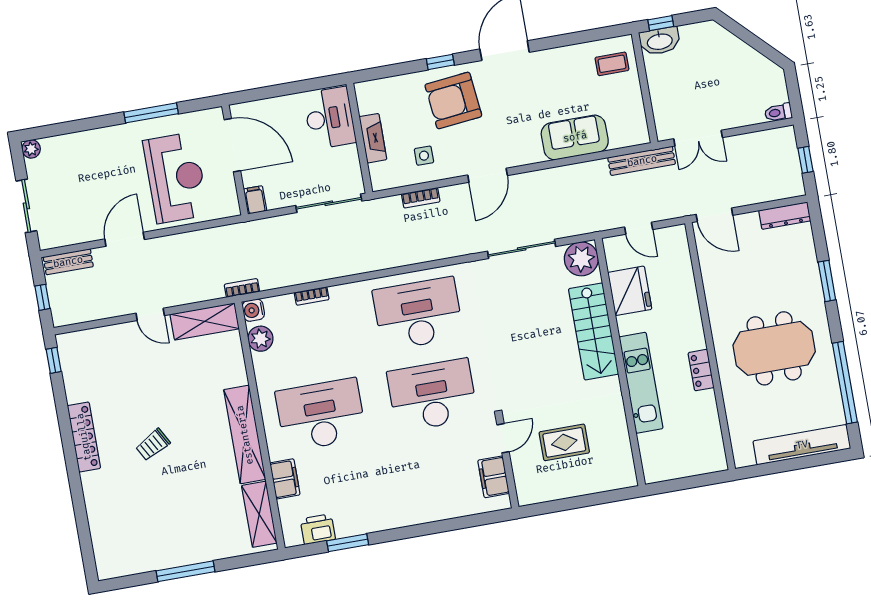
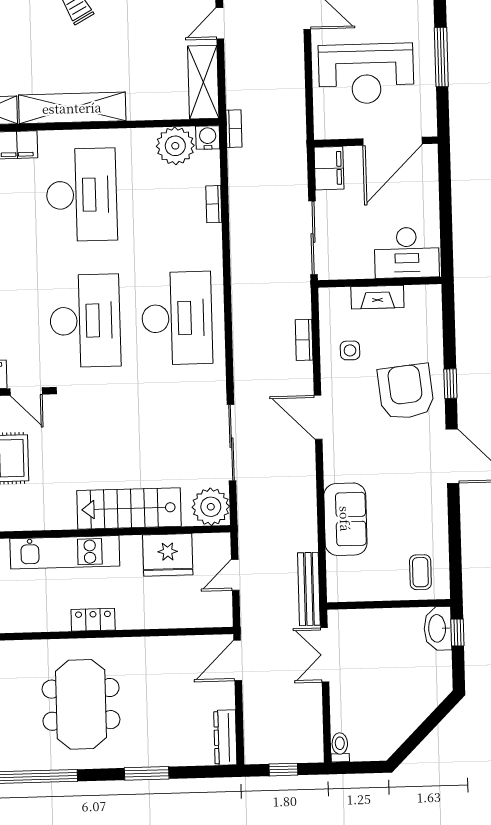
filing cabinet: (255, 200) -> (329, 168), width x2.00
plant: (260, 339) -> (175, 146), width x1.36, depth x1.36
locker: (701, 370) -> (93, 620), moved

